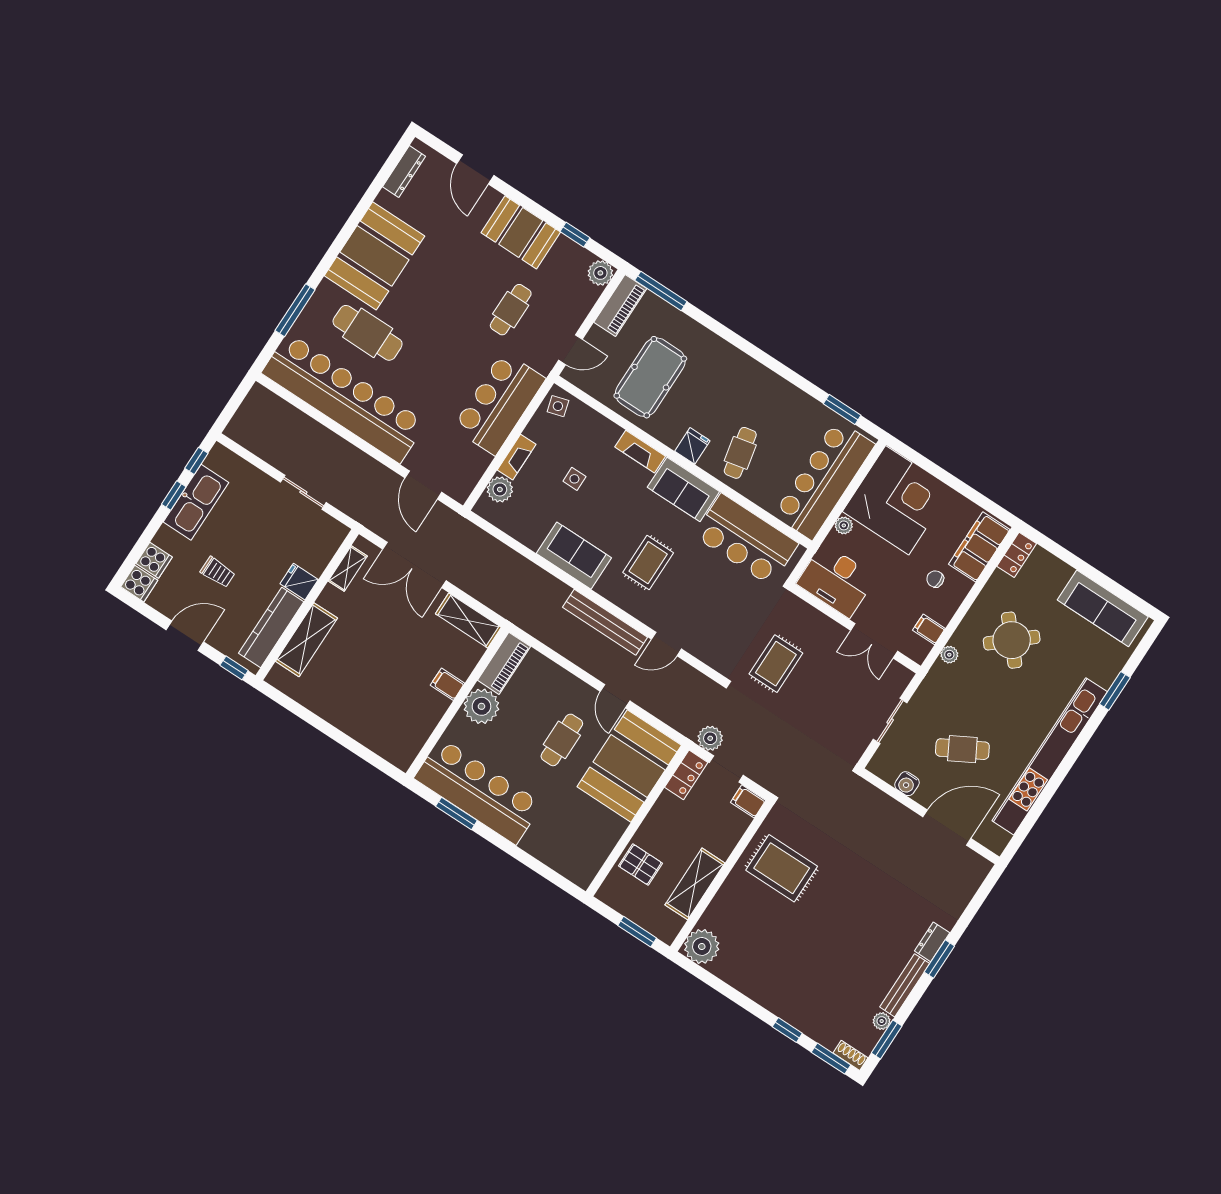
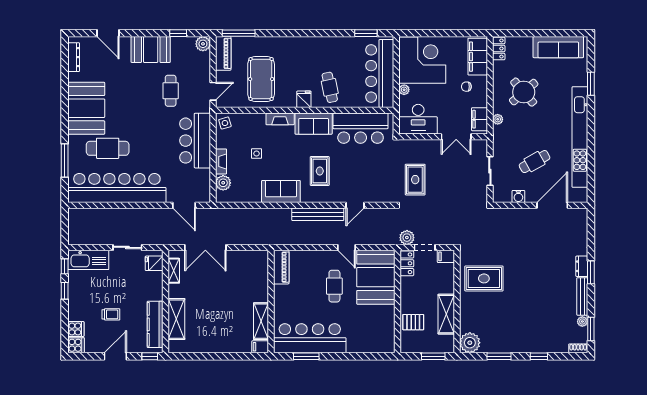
kitchen sink: (196, 502) -> (88, 260), moved, turned 90
fridge: (299, 582) -> (154, 263), moved
shelving: (468, 621) -> (261, 321), moved, turned 90
filing cabinet: (929, 629) -> (480, 119), width x2.00
filing cabinet: (447, 684) -> (260, 347), moved
plant: (481, 706) -> (284, 295), removed
window: (831, 1059) -> (499, 356), moved

